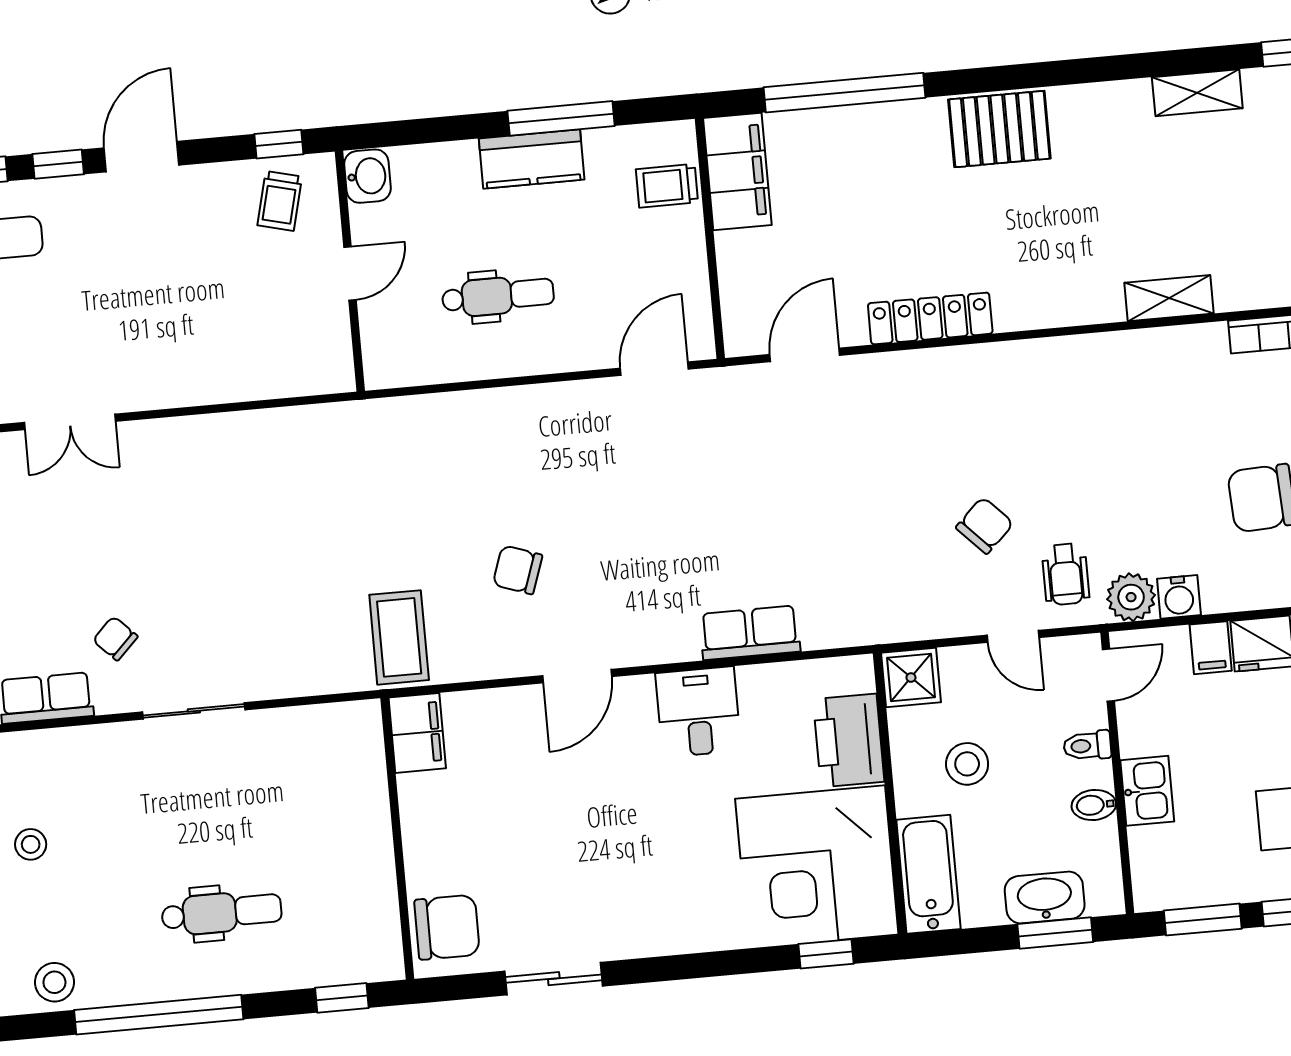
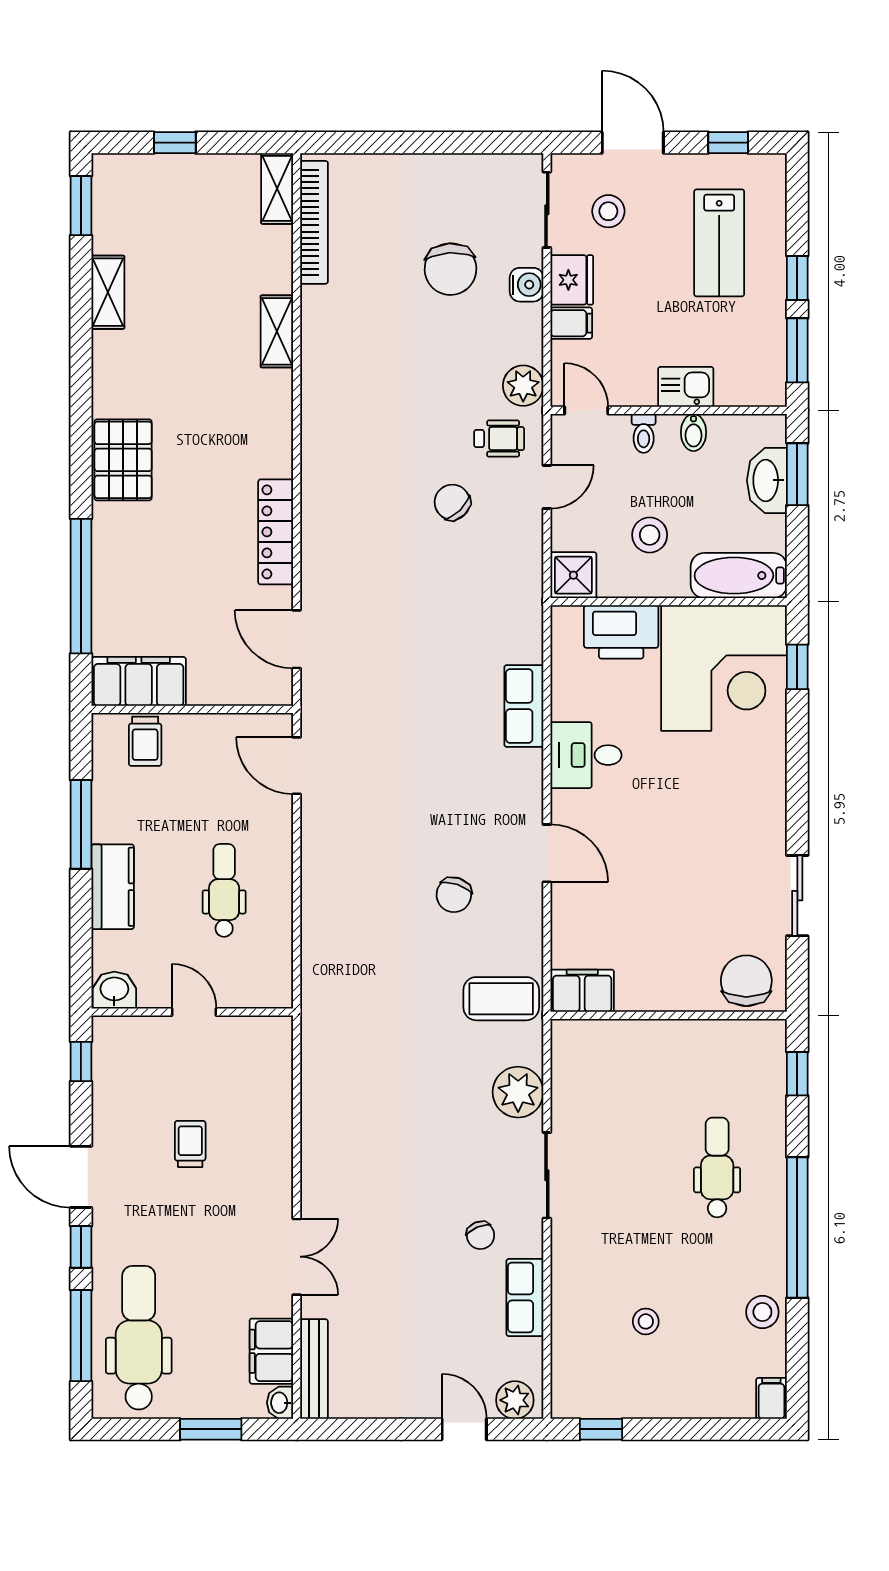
kitchen counter: (532, 159) -> (113, 887), moved
trolley: (280, 201) -> (190, 1144), moved, turned -104
water cooler: (1179, 597) -> (527, 285), moved
chair: (115, 638) -> (480, 1235), turned -68
plant: (290, 668) -> (518, 1092), added

